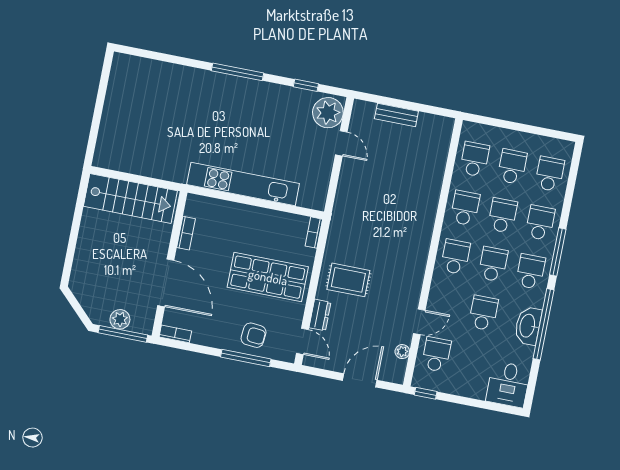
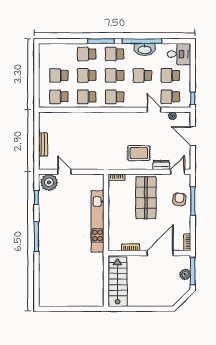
door: (341, 143) -> (65, 172), hinge flipped
school desk: (550, 174) -> (170, 75), moved
rug: (348, 280) -> (139, 153), turned 90

